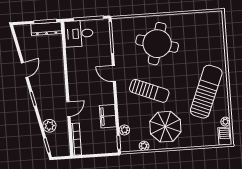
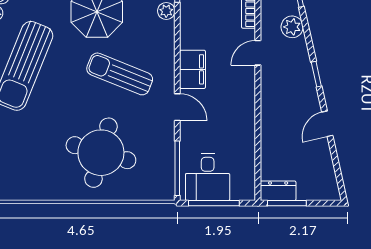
dresser: (46, 29) -> (278, 191), width x0.70
desk: (79, 34) -> (208, 177), moved, turned 90
filing cabinet: (108, 116) -> (193, 69), moved

